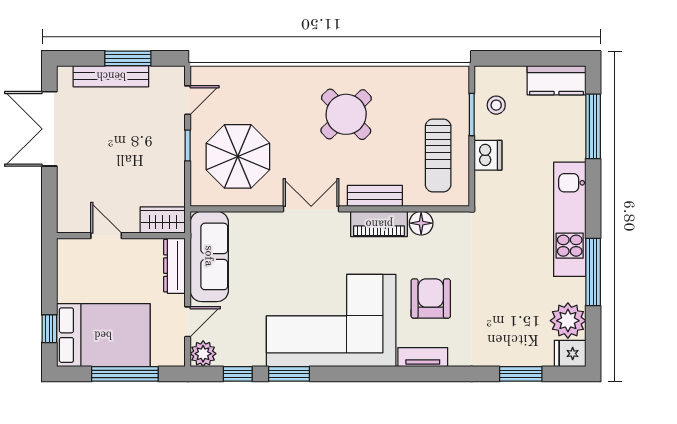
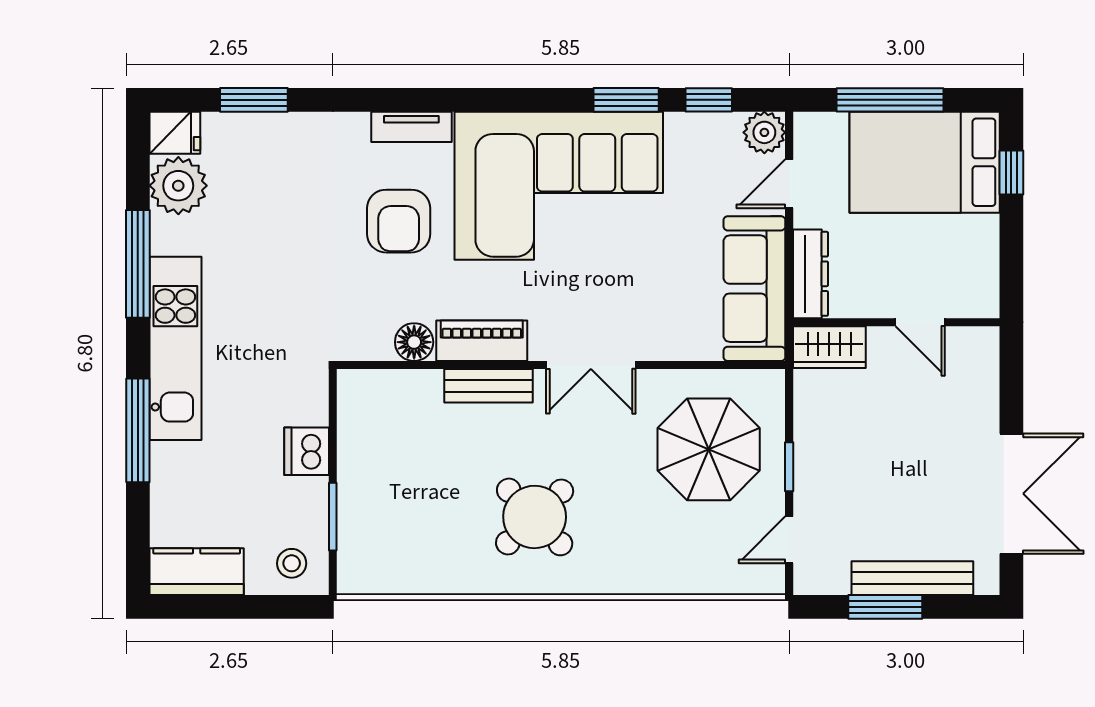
stool: (496, 105) -> (292, 563), moved
window: (593, 126) -> (138, 430), moved
sun lounger: (438, 155) -> (387, 451), removed

